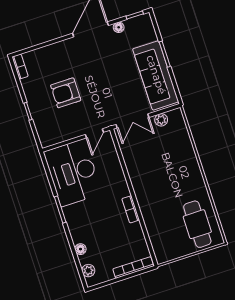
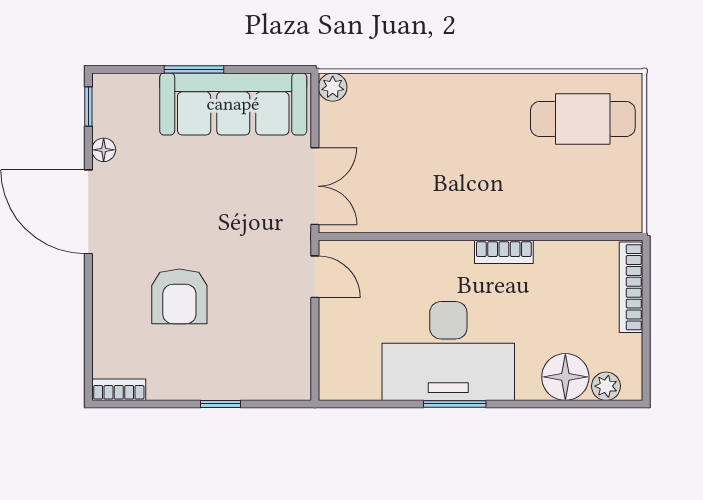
armchair: (66, 93) -> (179, 296), moved
plant: (161, 120) -> (333, 87), moved
desk: (73, 173) -> (448, 351), moved
floor lamp: (80, 249) -> (565, 377), width x1.89, depth x1.89

